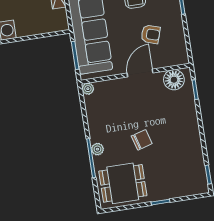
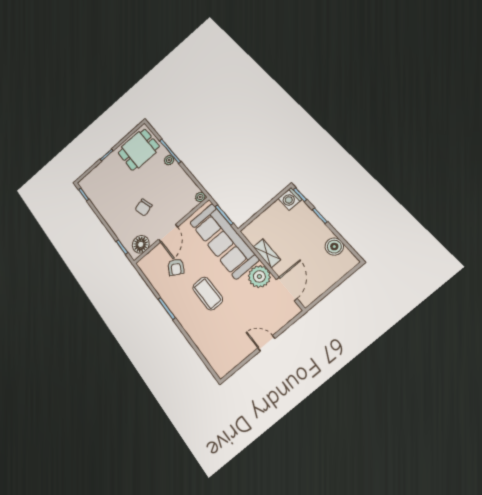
armchair: (151, 34) -> (176, 267), turned -78
chair: (142, 140) -> (144, 207), moved

